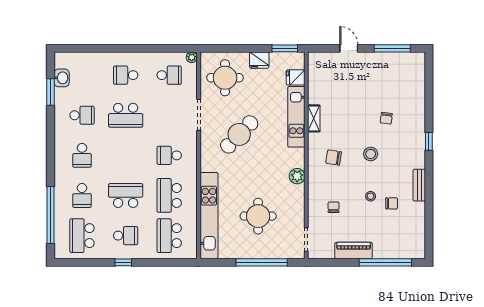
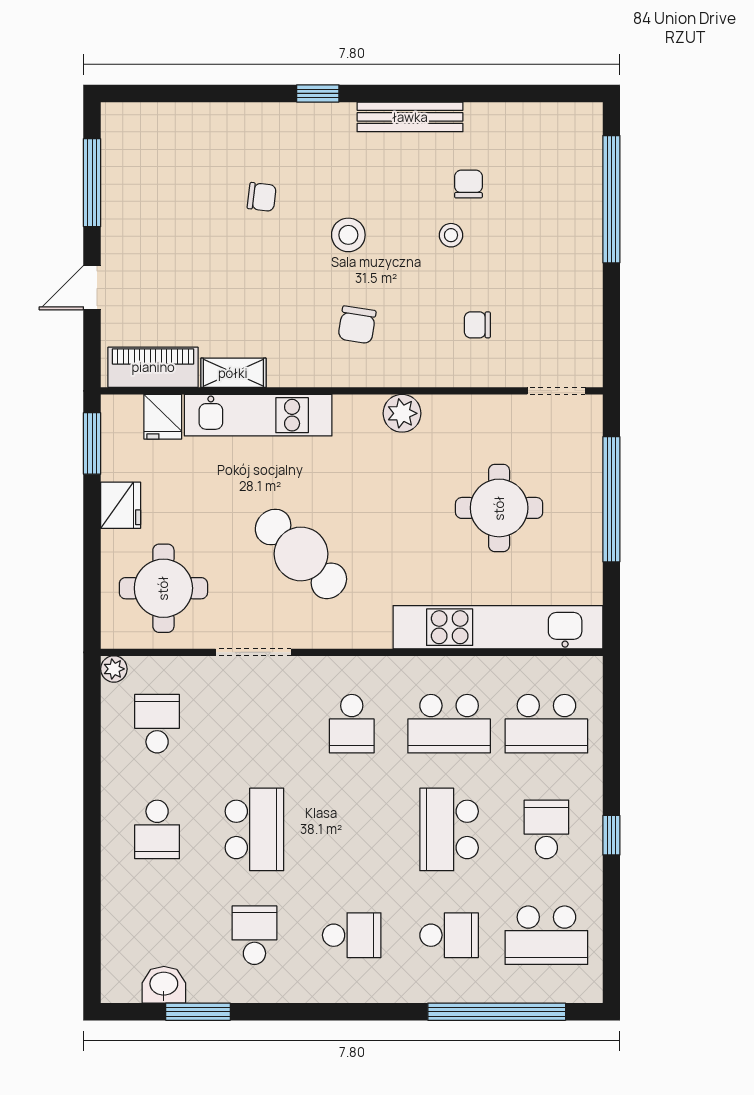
shelving: (314, 118) -> (233, 373), moved
bench: (419, 185) -> (410, 117), width x1.36
piano: (354, 251) -> (153, 367), moved, turned 90

